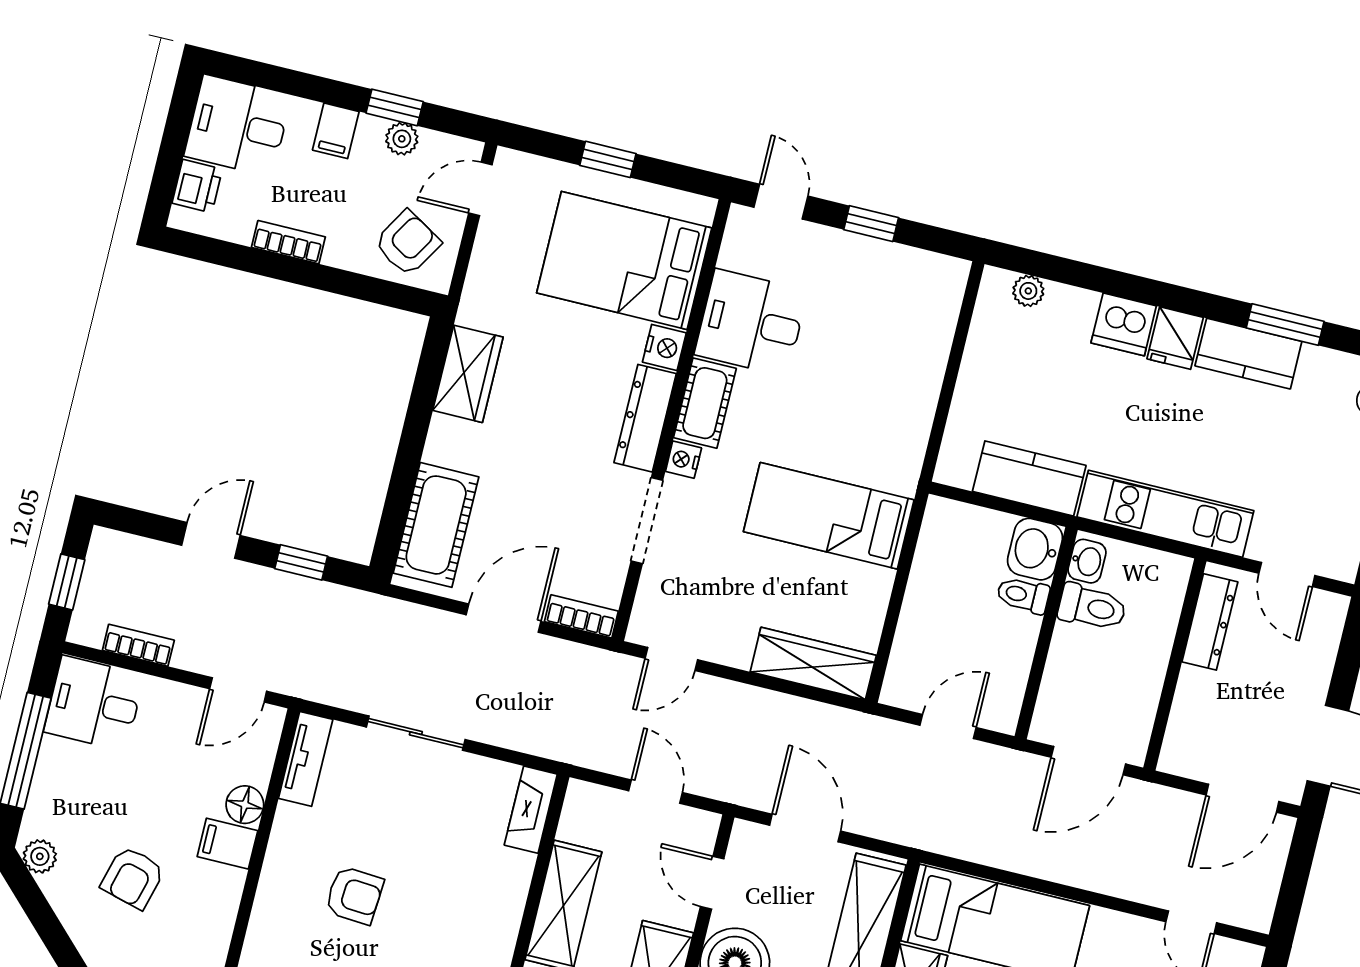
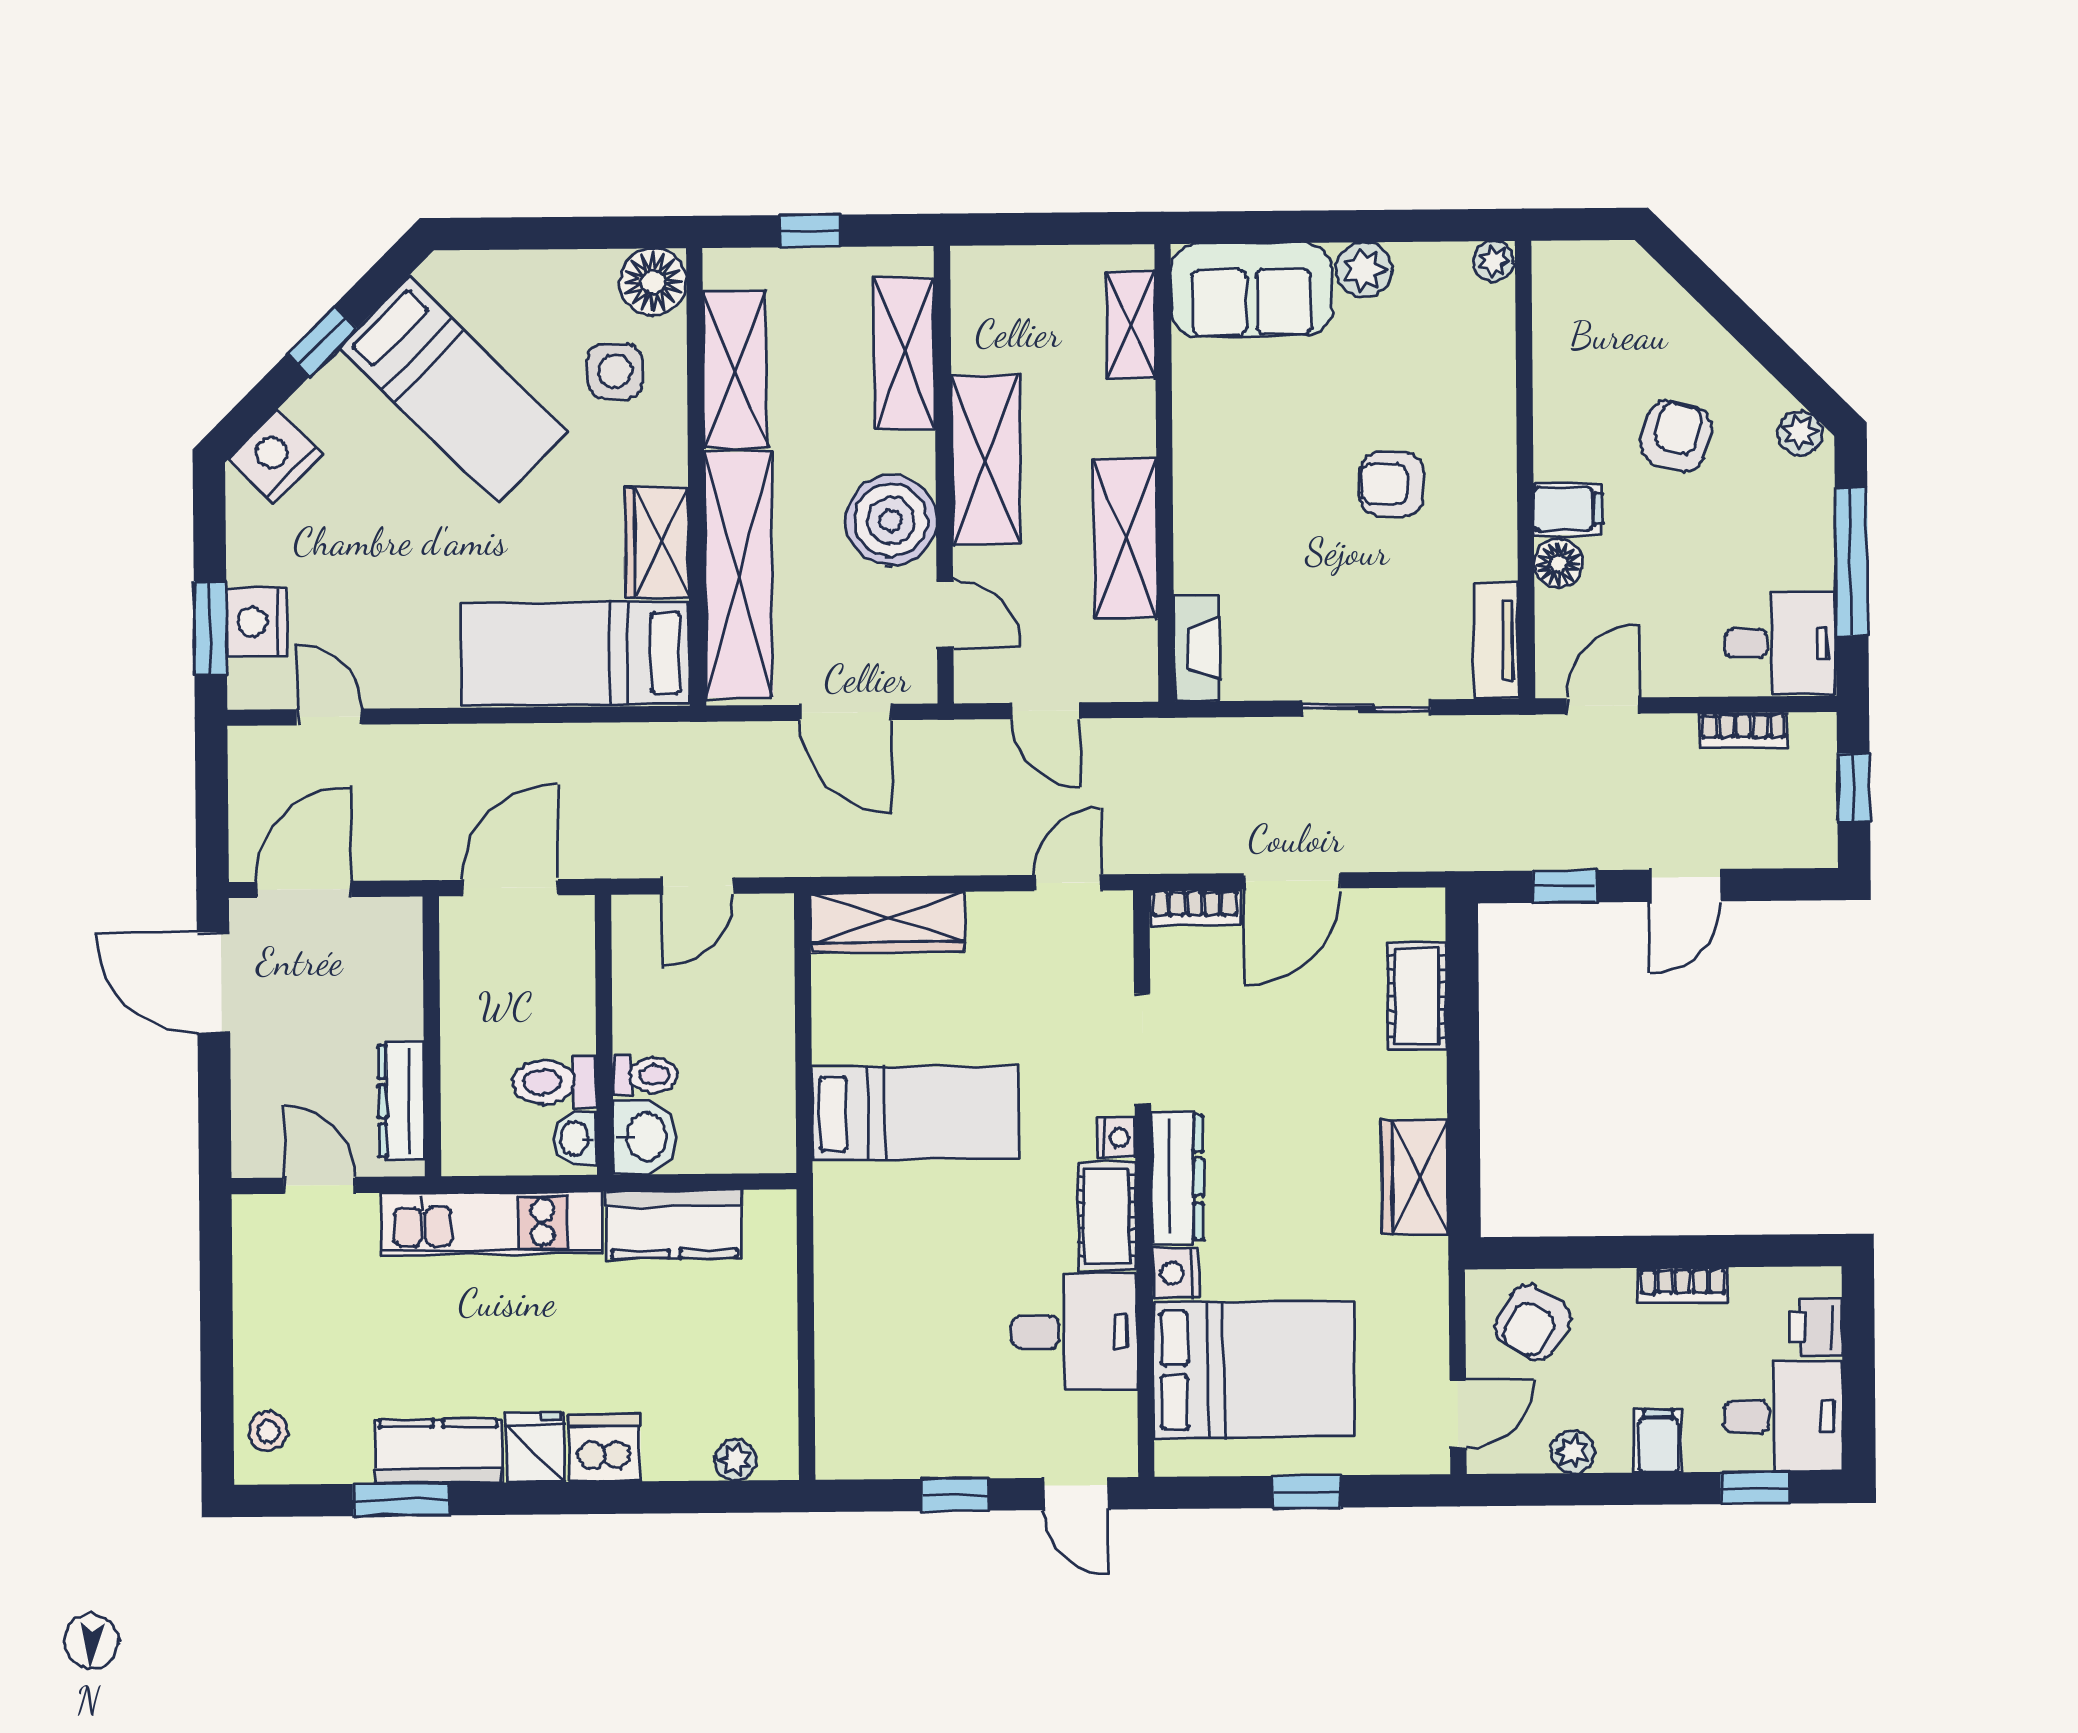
window: (395, 107) -> (1755, 1488), moved
cot: (436, 525) -> (1417, 996), width x0.73, depth x0.75

